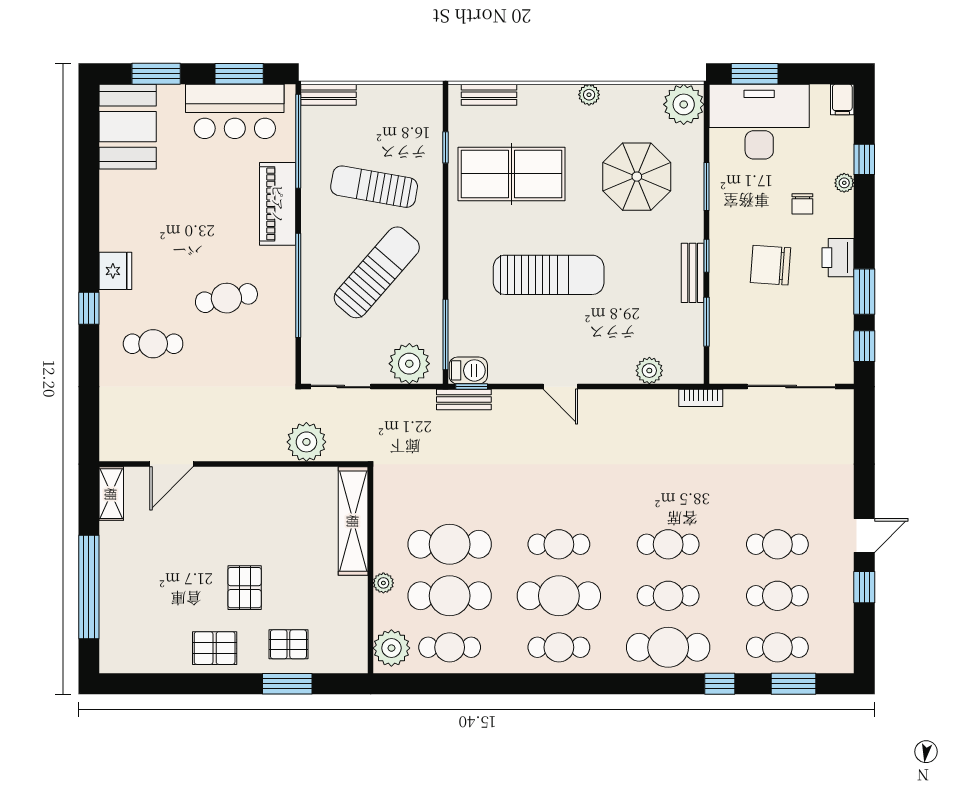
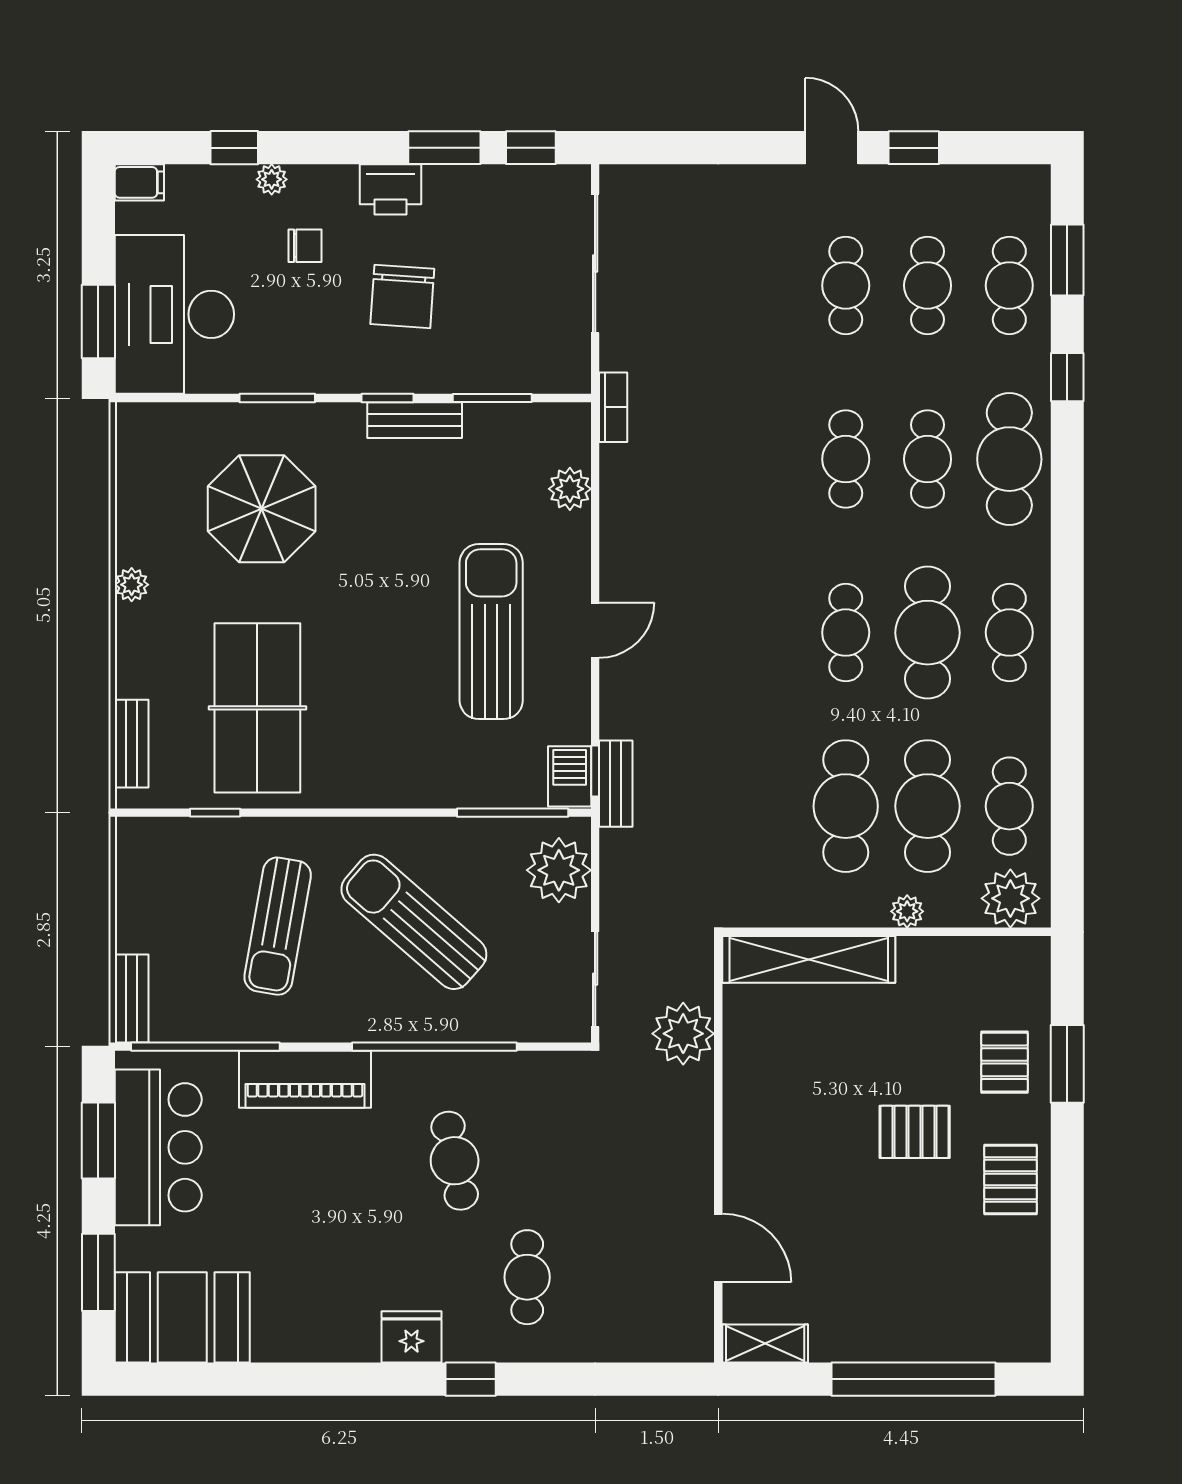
plant: (684, 104) -> (147, 434), removed
sun lounger: (549, 275) -> (491, 632), moved

